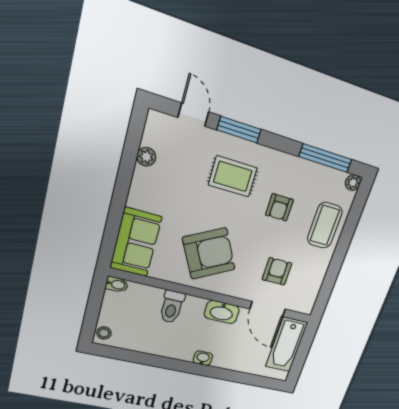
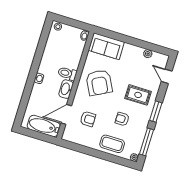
door: (193, 115) -> (167, 76), swing flipped
window: (239, 130) -> (156, 112), moved
rug: (233, 176) -> (138, 95), turned 90
toilet: (172, 307) -> (67, 73), moved

